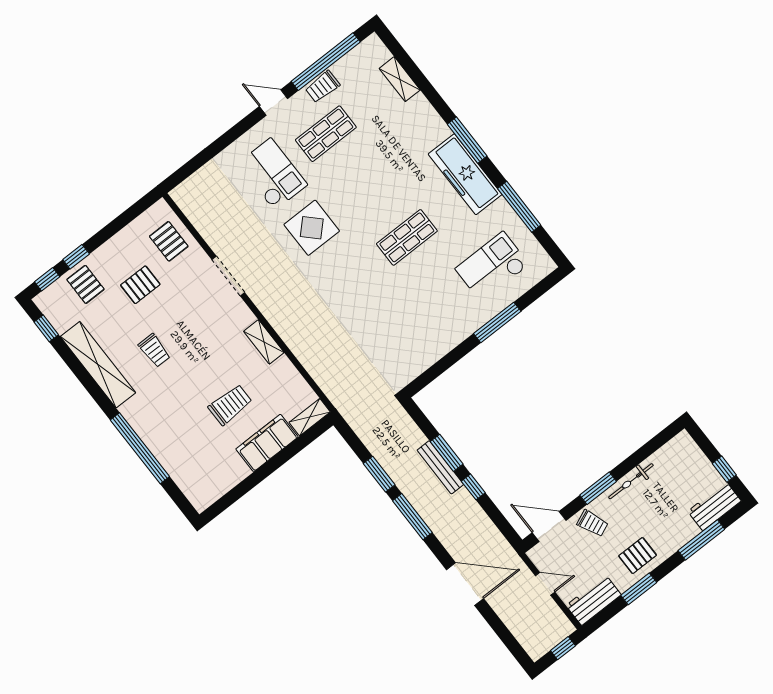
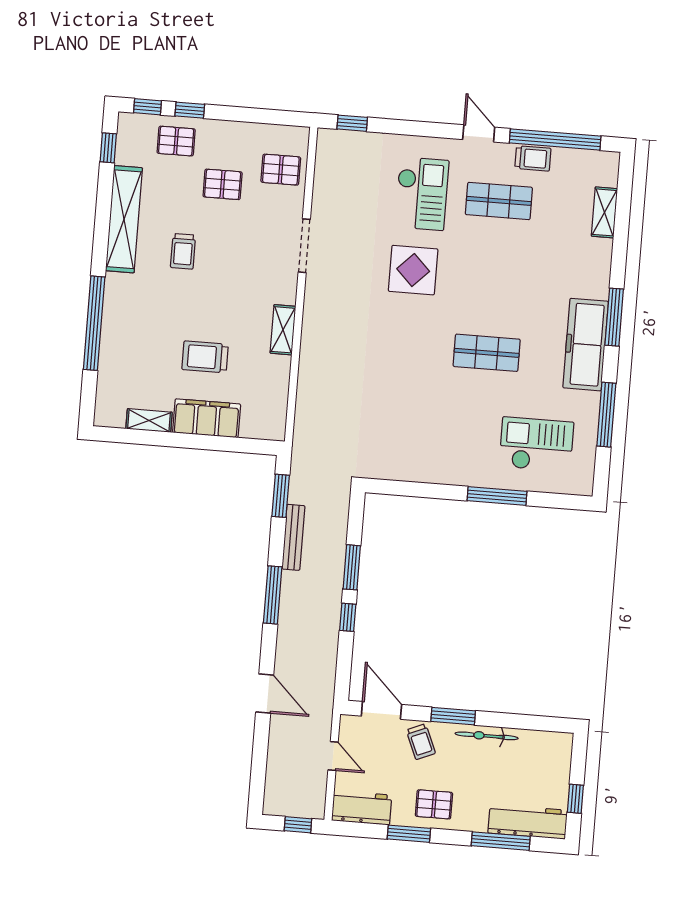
trolley: (323, 87) -> (533, 158), turned 180
window: (187, 170) -> (352, 123), added
pallet: (169, 241) -> (281, 170), turned 90
pallet: (85, 284) -> (176, 141), turned 90
trolley: (230, 405) -> (205, 357), turned 180
shelving: (310, 417) -> (149, 421), moved
bench: (440, 467) -> (293, 537), moved
window: (379, 474) -> (281, 496), moved
workbench: (714, 506) -> (528, 822), width x1.38
door: (465, 584) -> (265, 693), width x0.73

